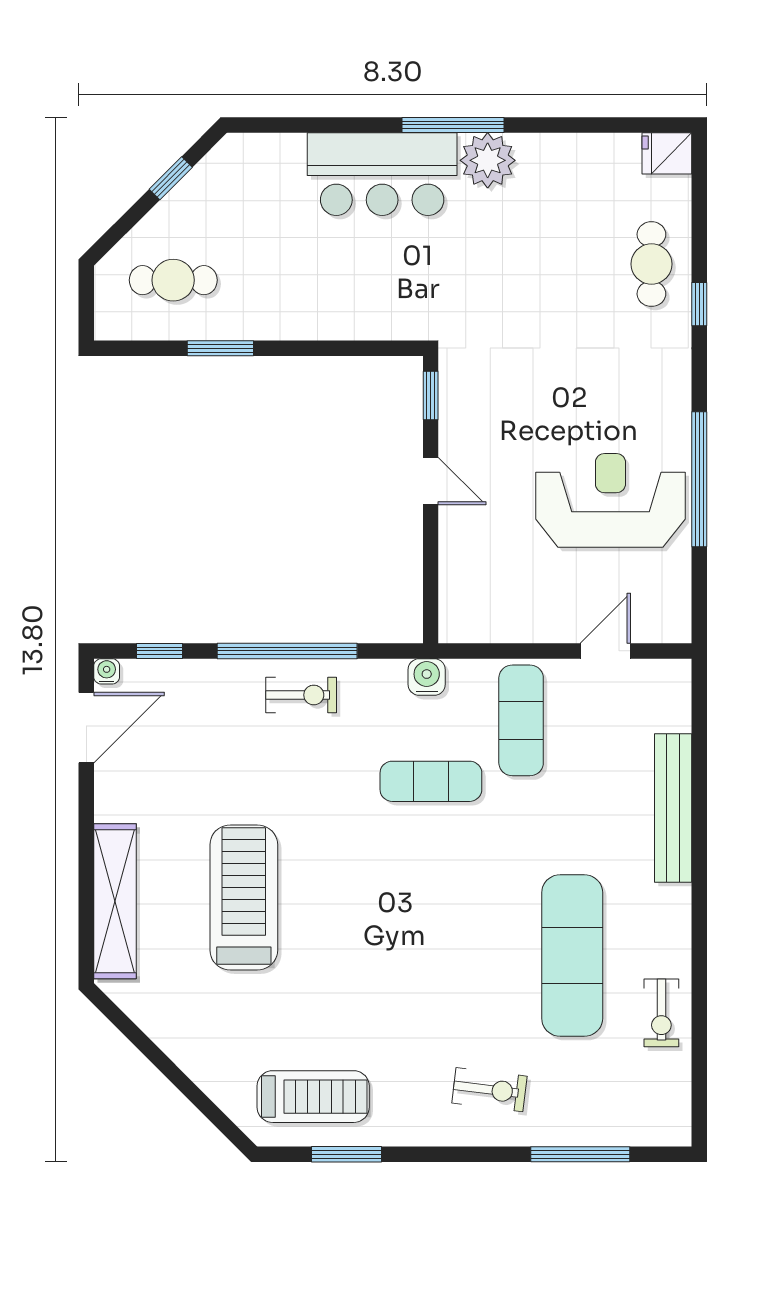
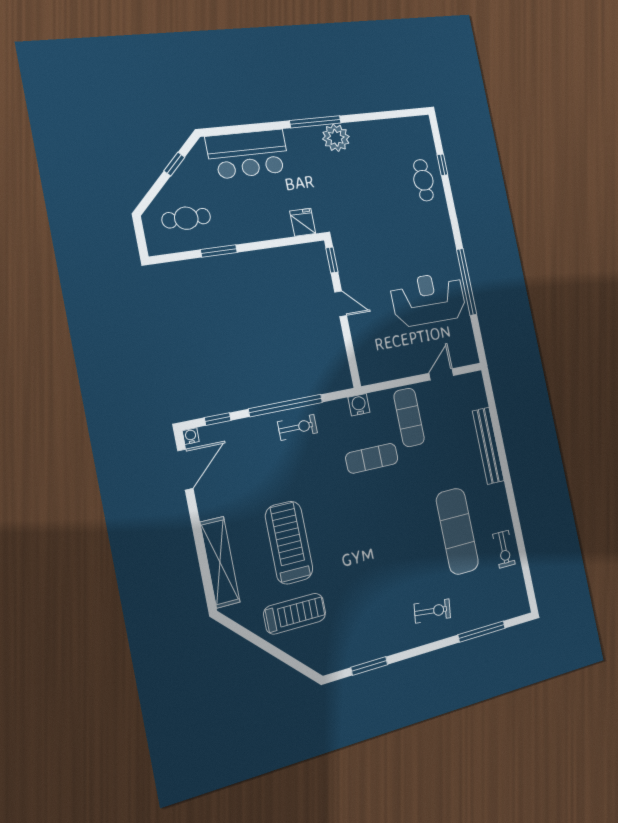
fridge: (667, 153) -> (303, 222), moved, turned 90
bar counter: (382, 174) -> (248, 154), moved
window: (699, 304) -> (442, 165), moved
treadmill: (313, 1097) -> (295, 614), moved

